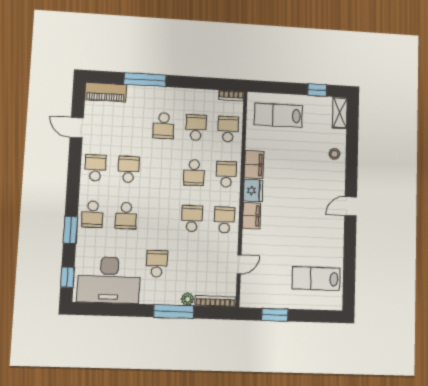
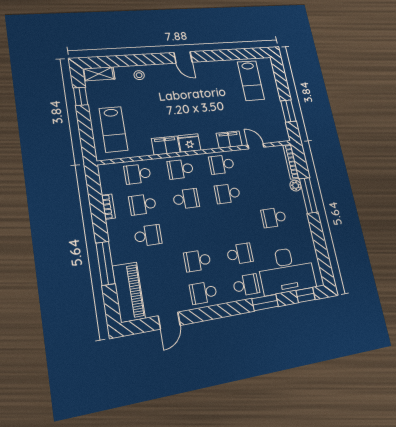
piano: (106, 92) -> (129, 292), width x1.37, depth x1.33
bookcase: (231, 96) -> (108, 207), moved
filing cabinet: (251, 216) -> (229, 140), moved
desk: (109, 280) -> (286, 270), moved, turned 90

